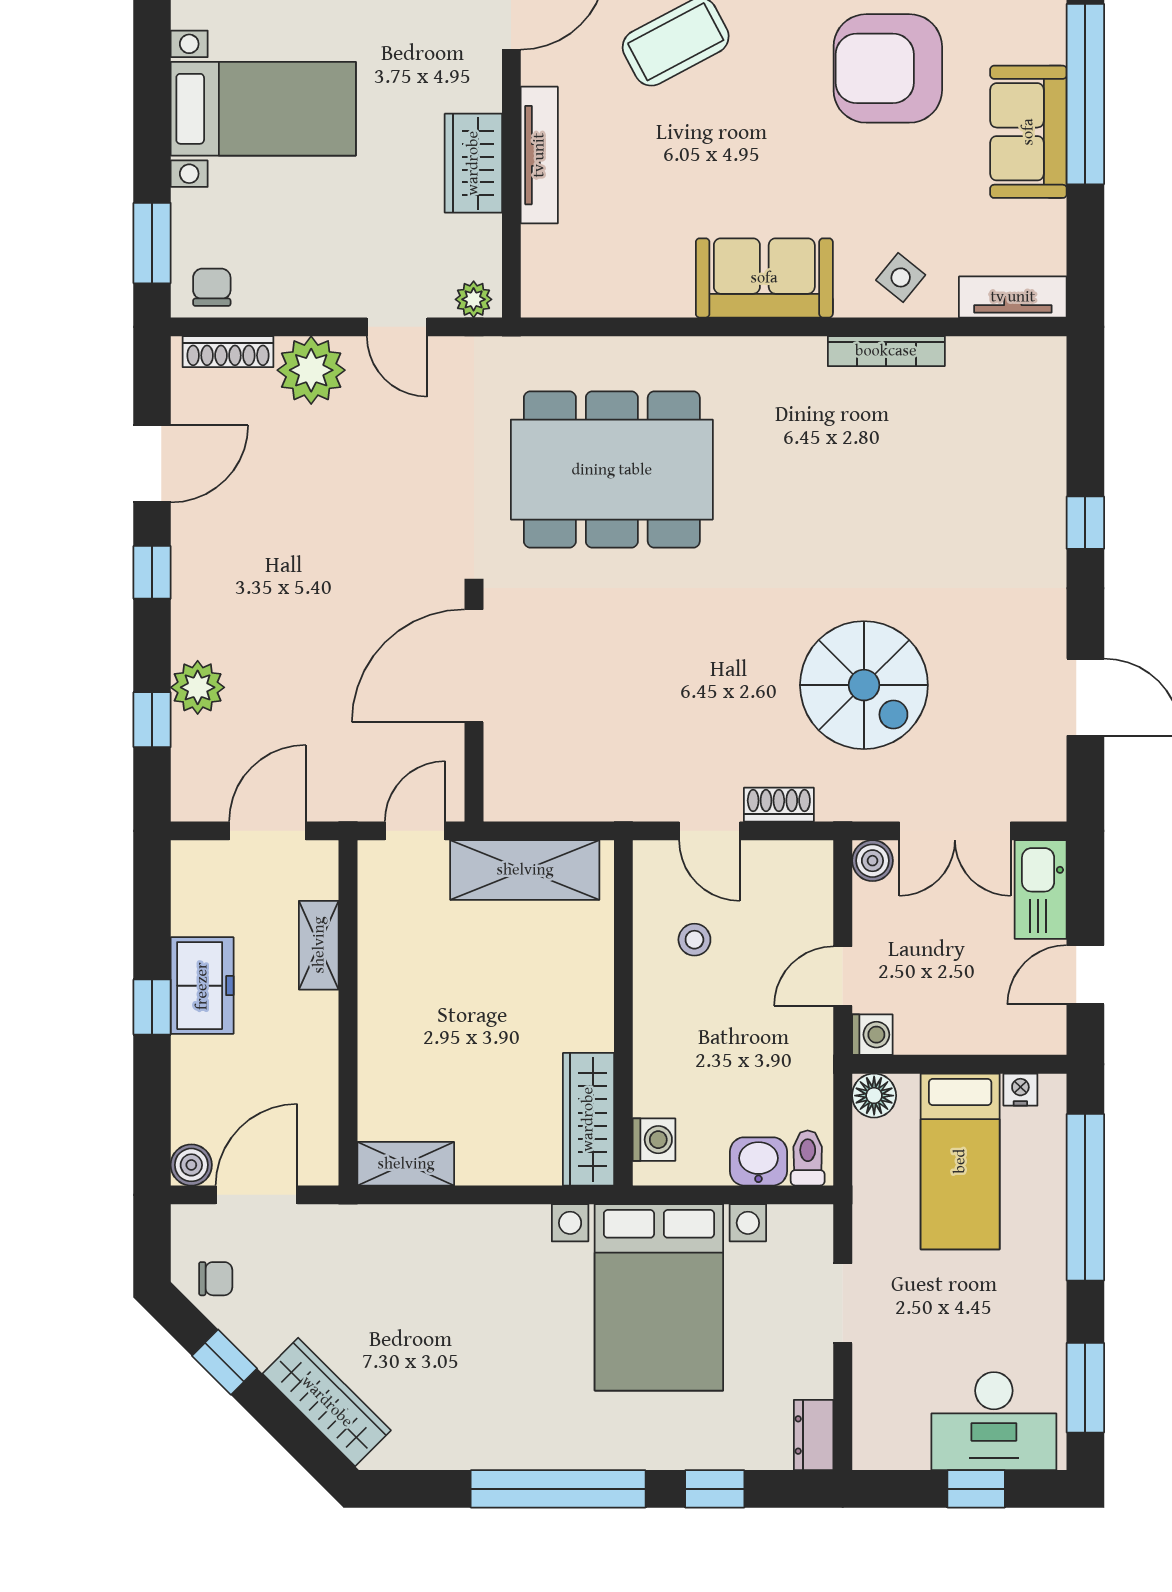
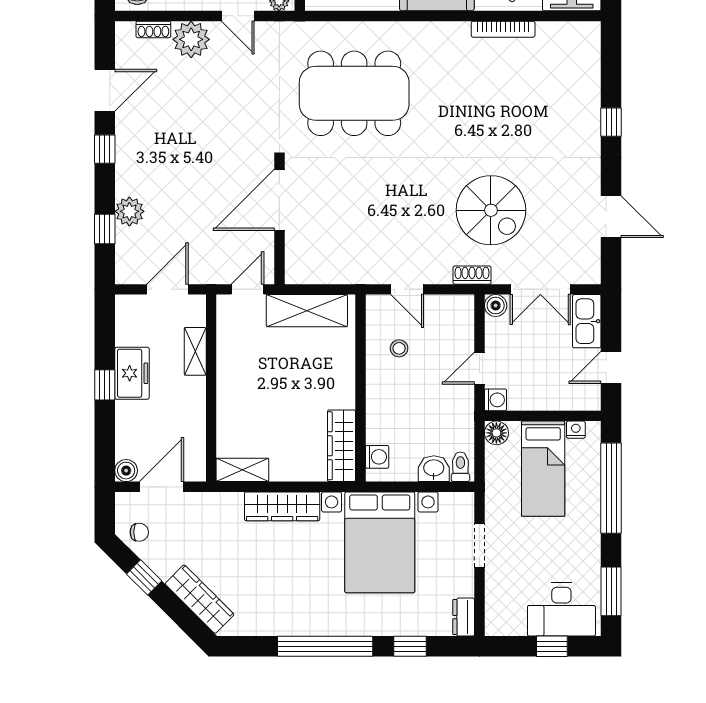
shoe rack: (228, 352) -> (153, 29), width x0.70
shoe rack: (779, 805) -> (472, 275), moved
wardrobe: (479, 1231) -> (282, 506), added

